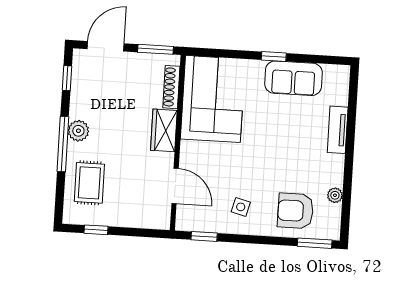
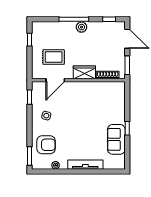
corner sofa: (213, 99) -> (103, 97), removed
tv unit: (338, 130) -> (85, 165), width x1.41
rug: (89, 183) -> (54, 57), moved
armchair: (295, 211) -> (46, 145), turned 90

